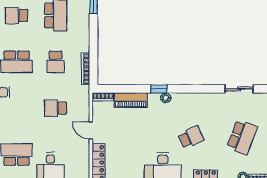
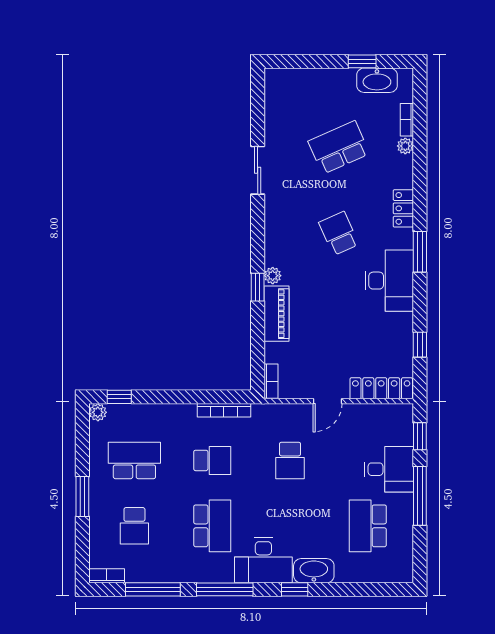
sliding door: (239, 89) -> (258, 170), moved
piano: (131, 100) -> (277, 314), moved
school desk: (242, 137) -> (339, 147), turned -45

